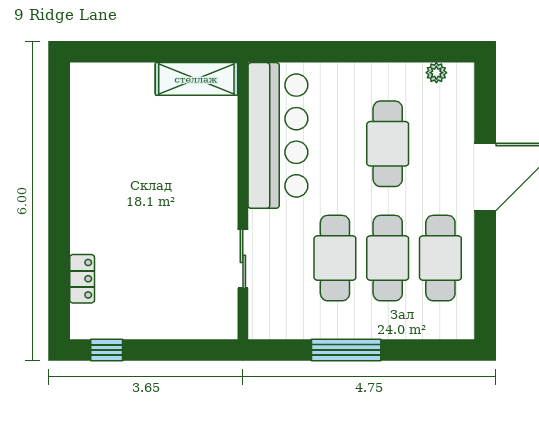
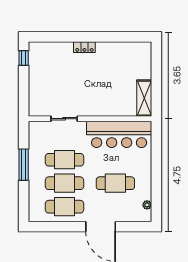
locker: (82, 279) -> (84, 47), moved

